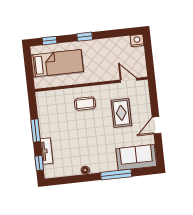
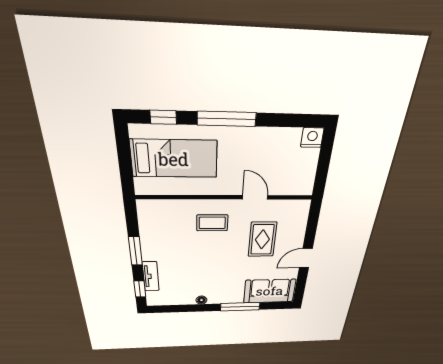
window: (85, 37) -> (227, 119), width x2.17
door: (128, 80) -> (255, 197), moved

